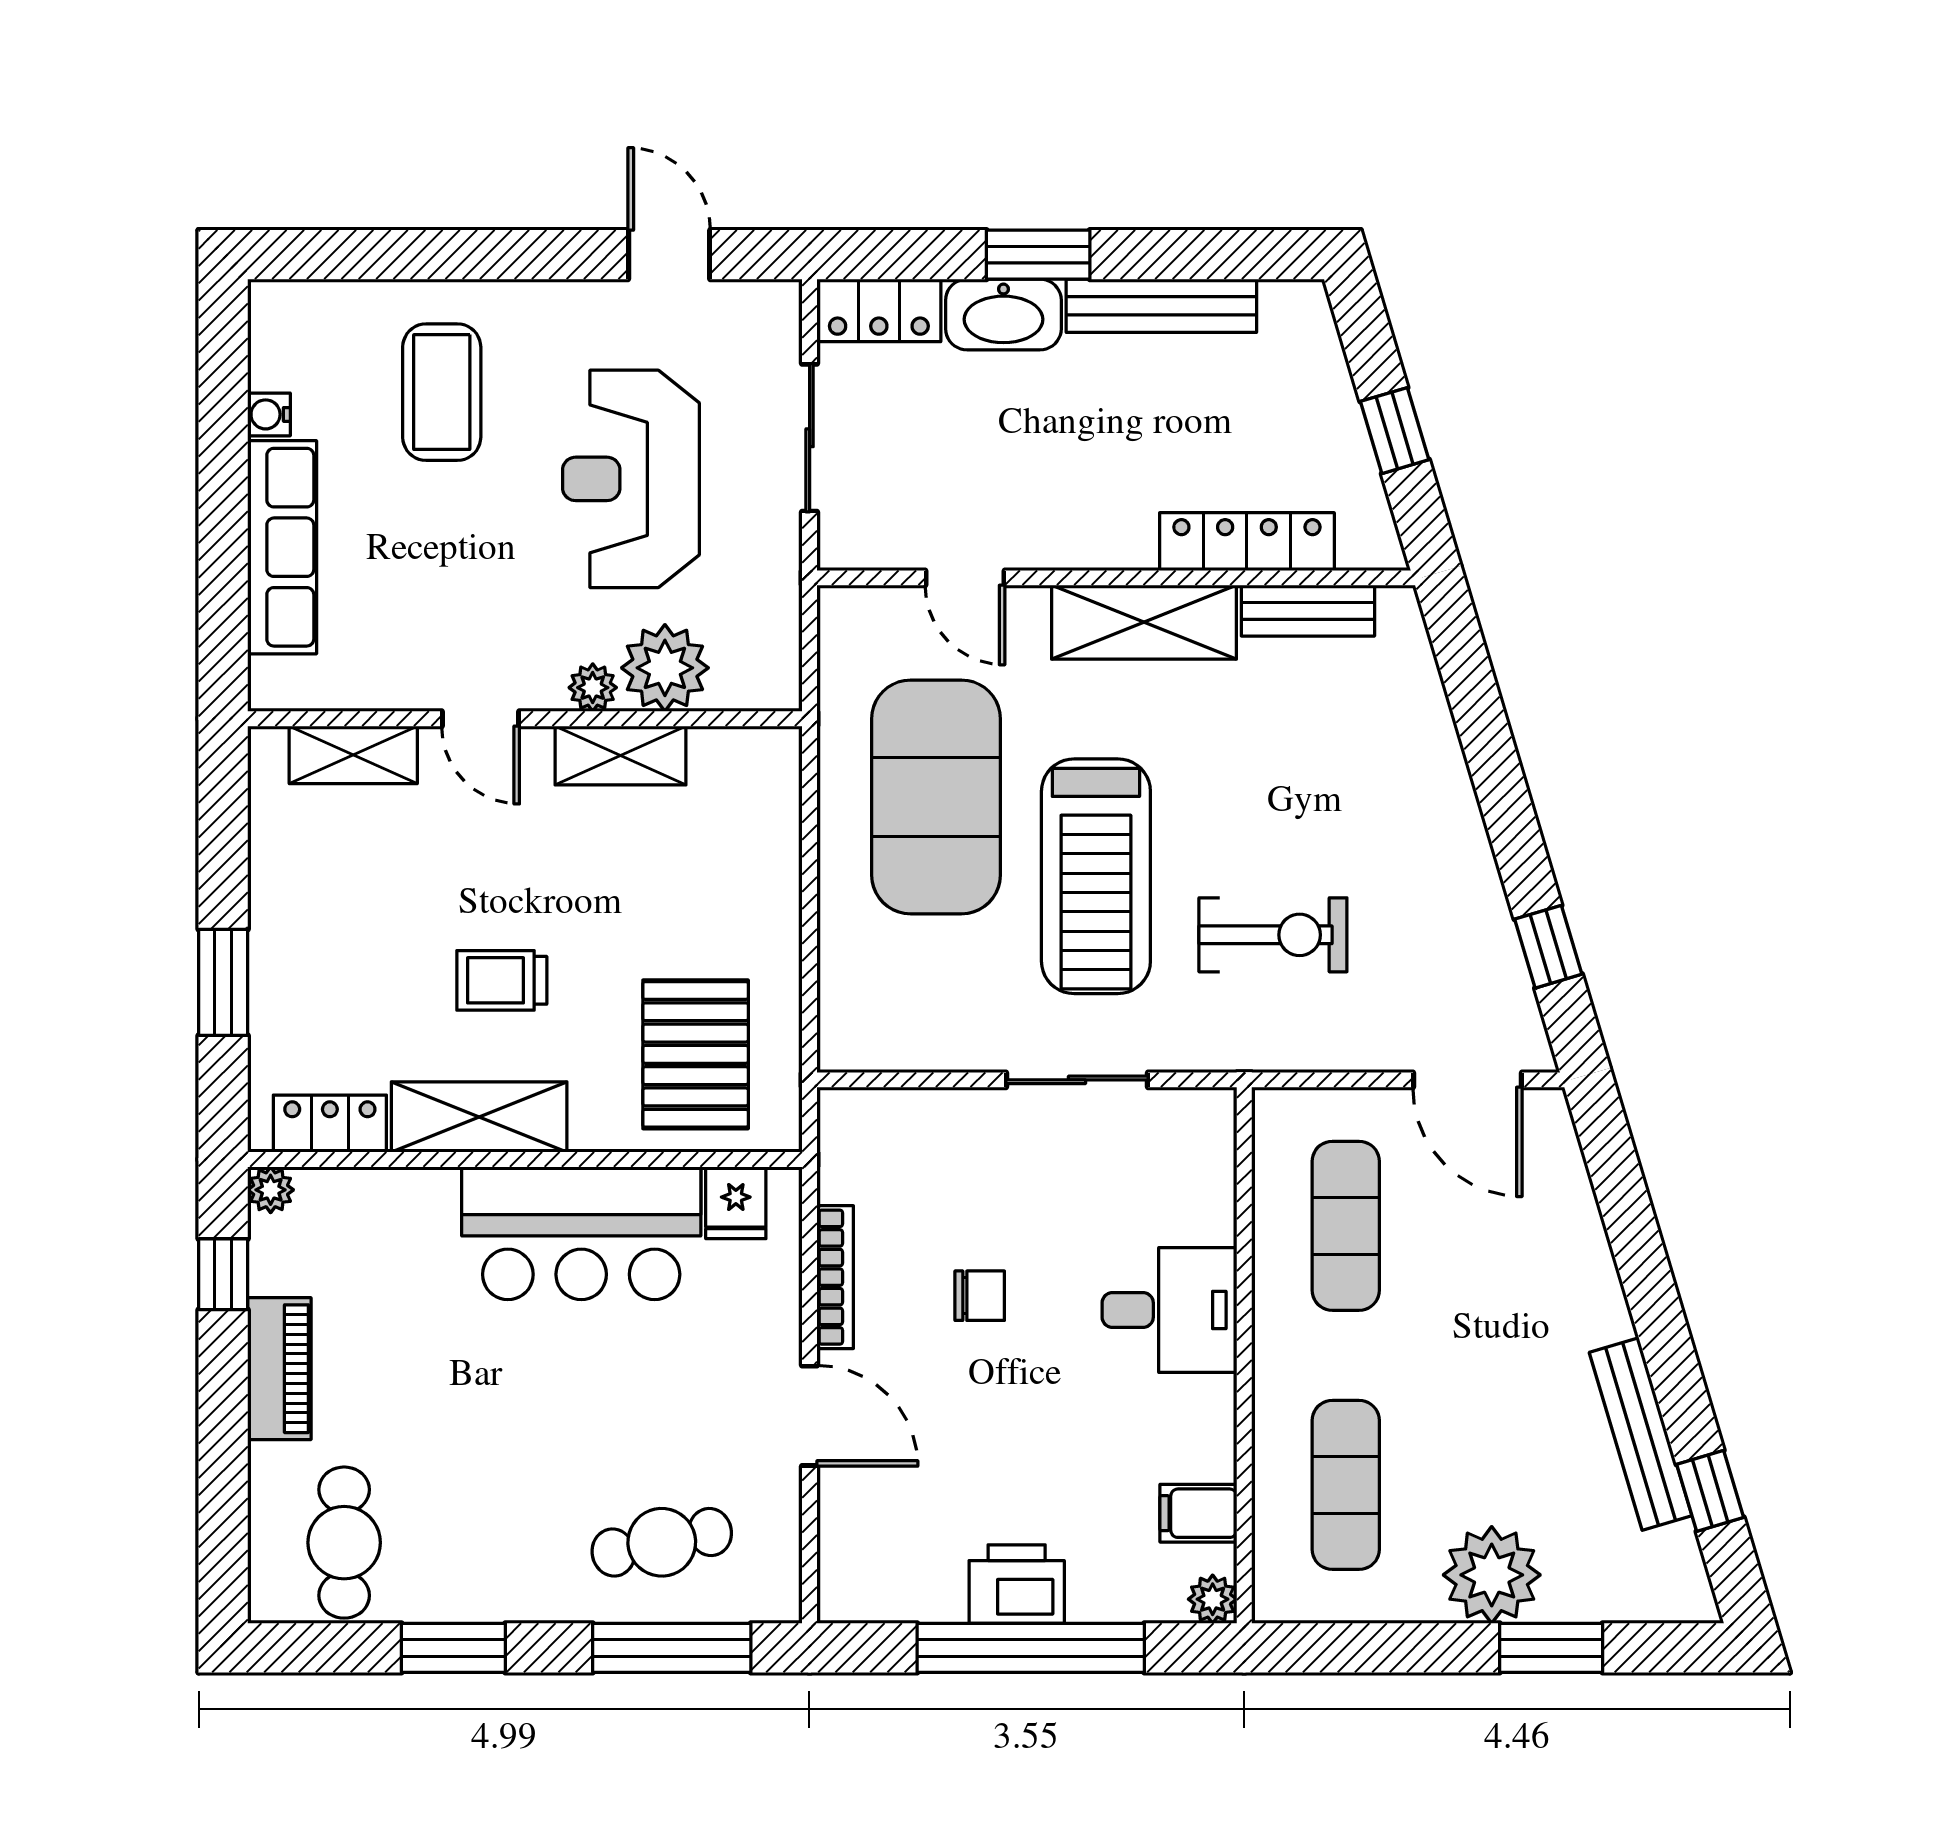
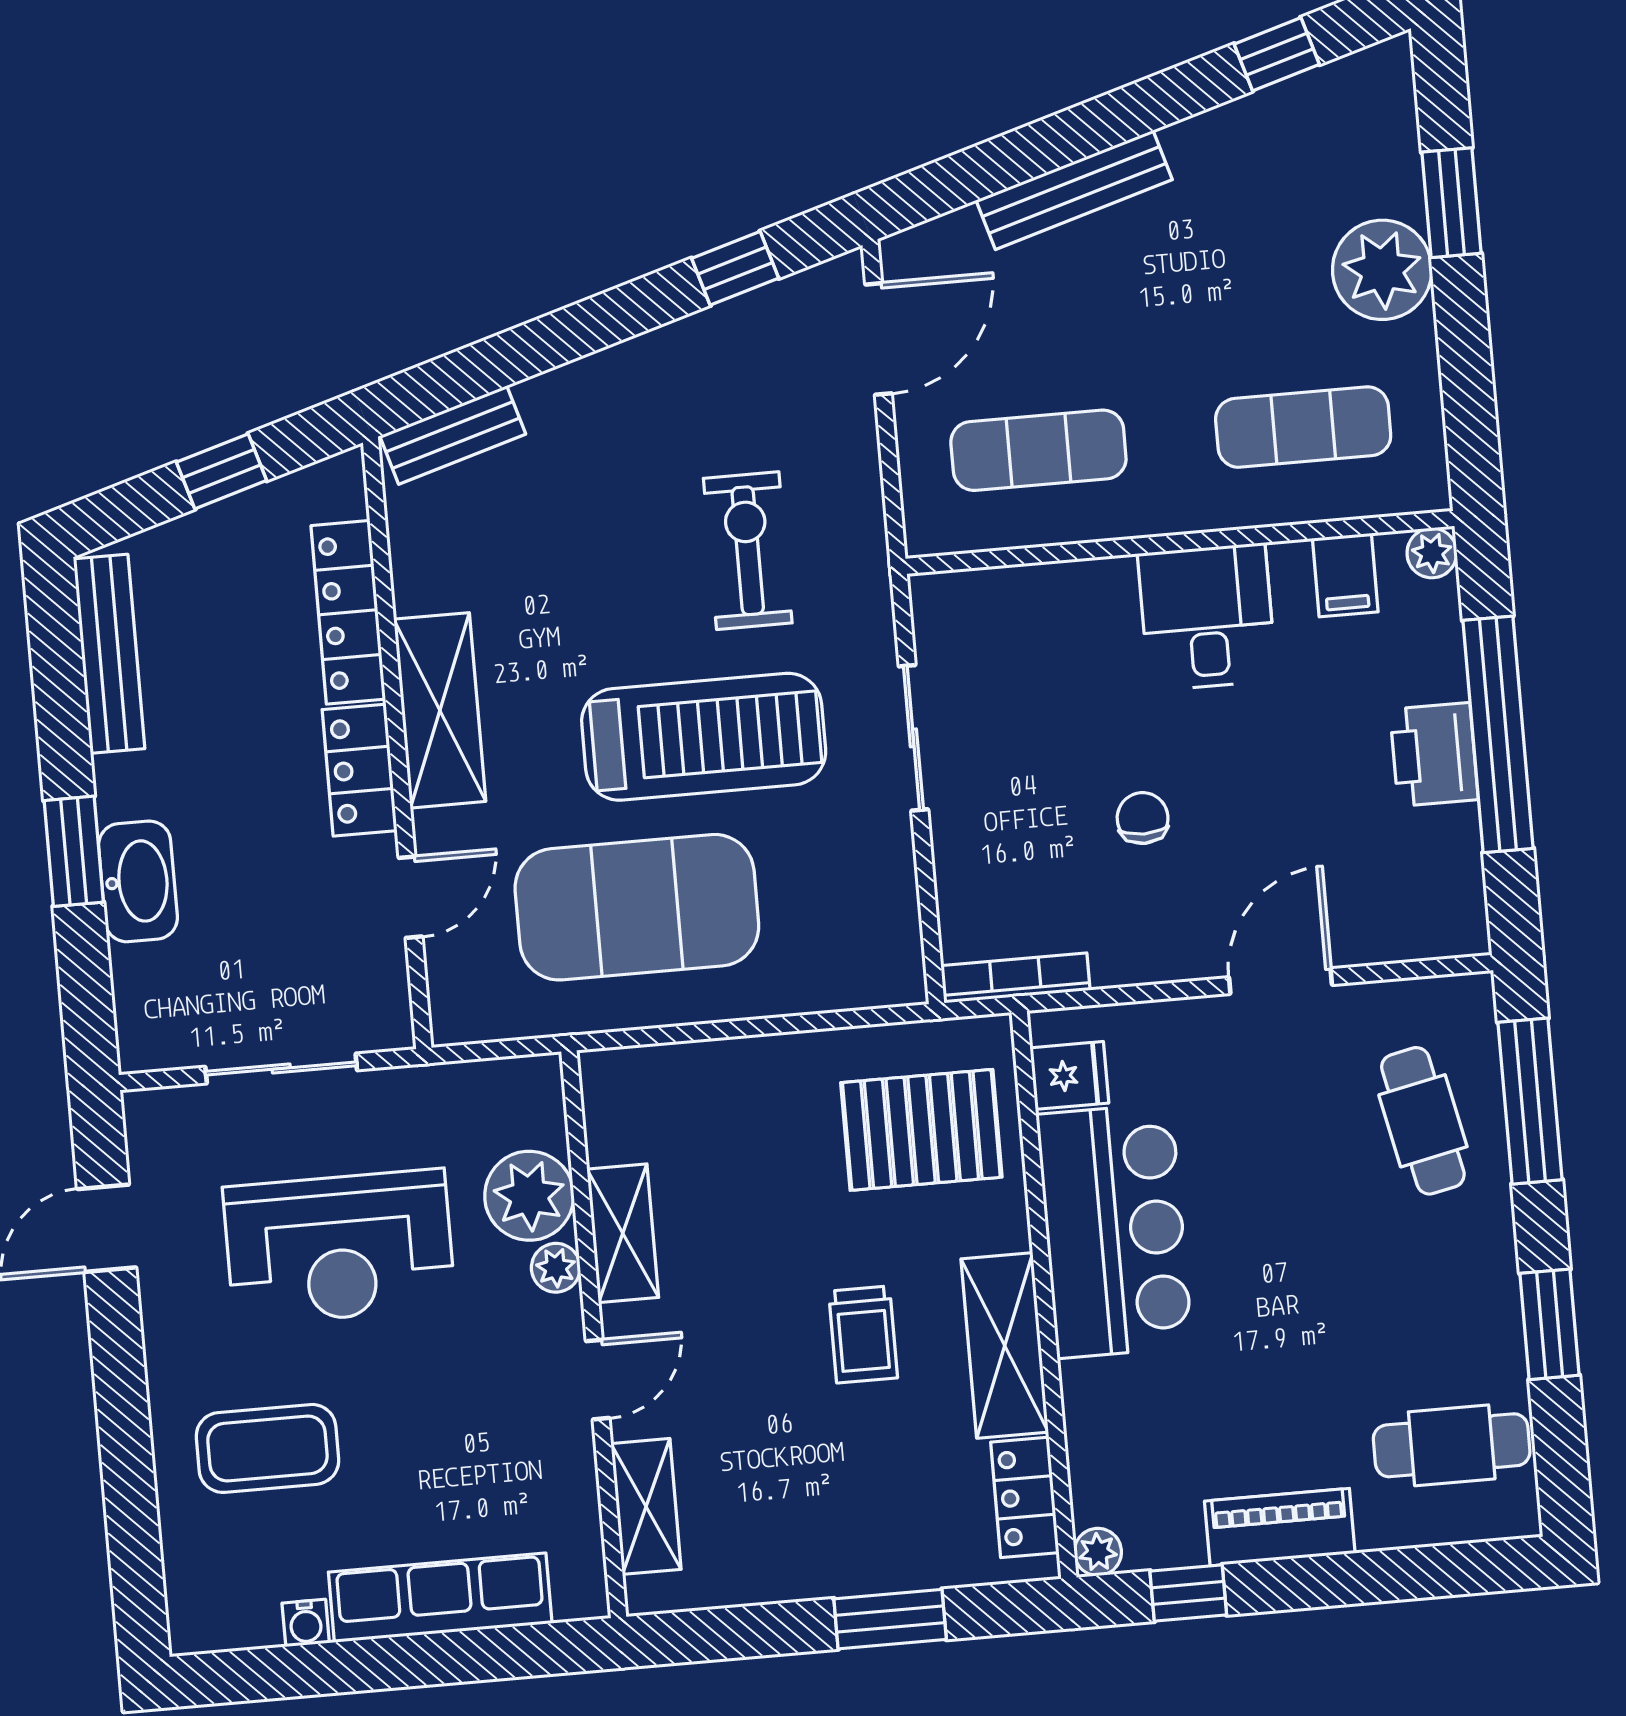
bench: (1161, 306) -> (109, 654), moved
locker: (879, 310) -> (360, 770), moved, turned 180
bench: (1308, 611) -> (453, 435), moved, turned 73
bookcase: (835, 1277) -> (1015, 978), moved
desk: (1169, 1310) -> (1207, 617), moved
bench: (1641, 1434) -> (1074, 190), moved

